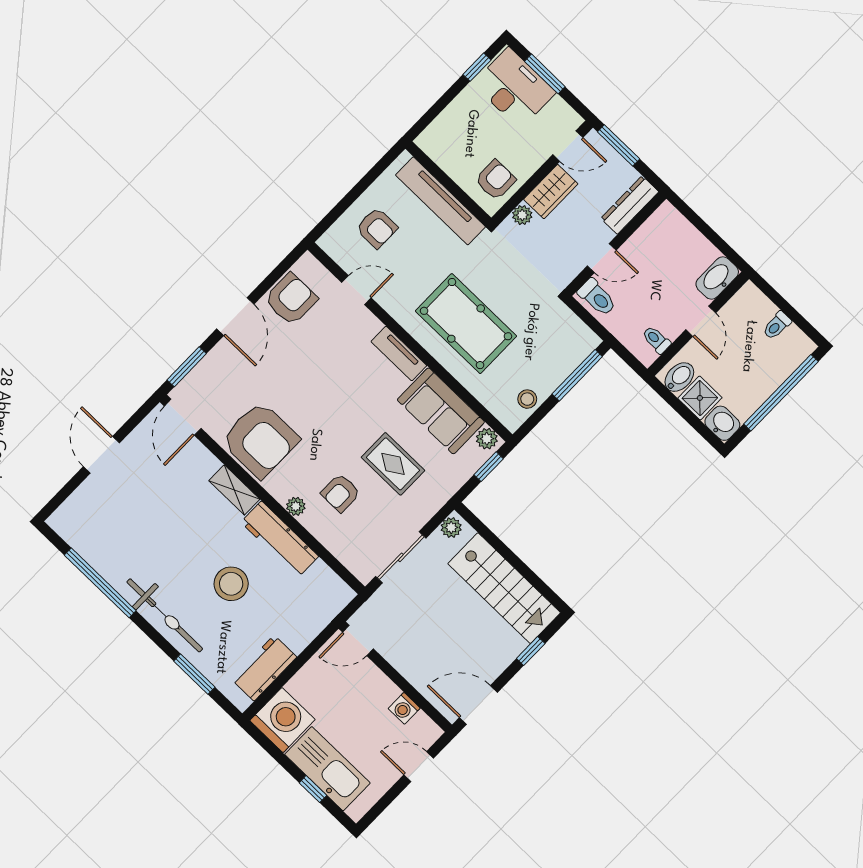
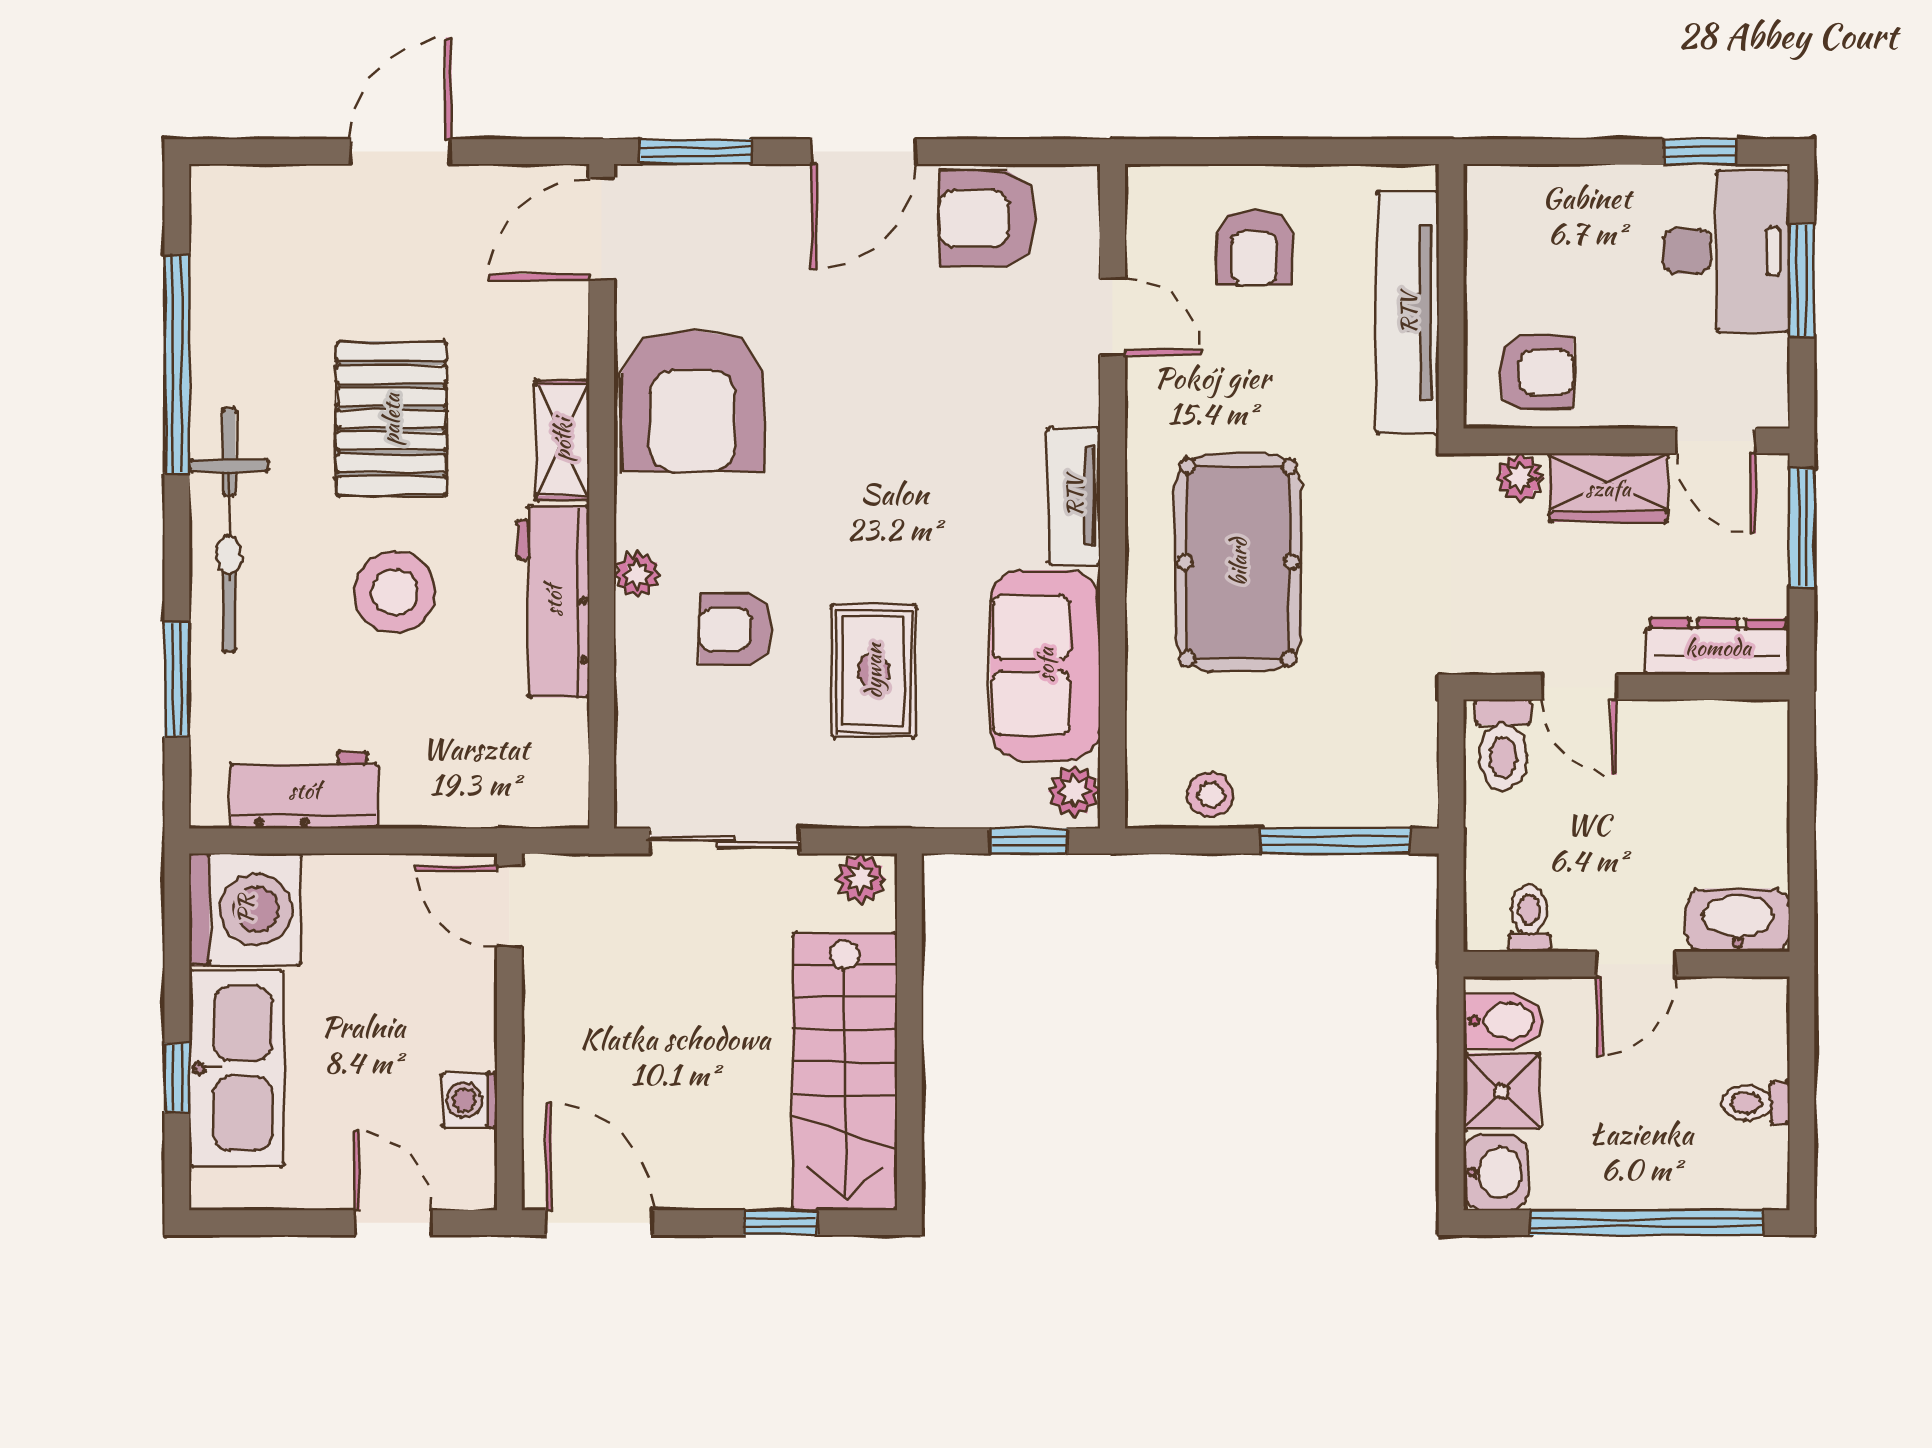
armchair: (291, 299) -> (987, 219), turned 180
pallet: (178, 535) -> (391, 419), added

